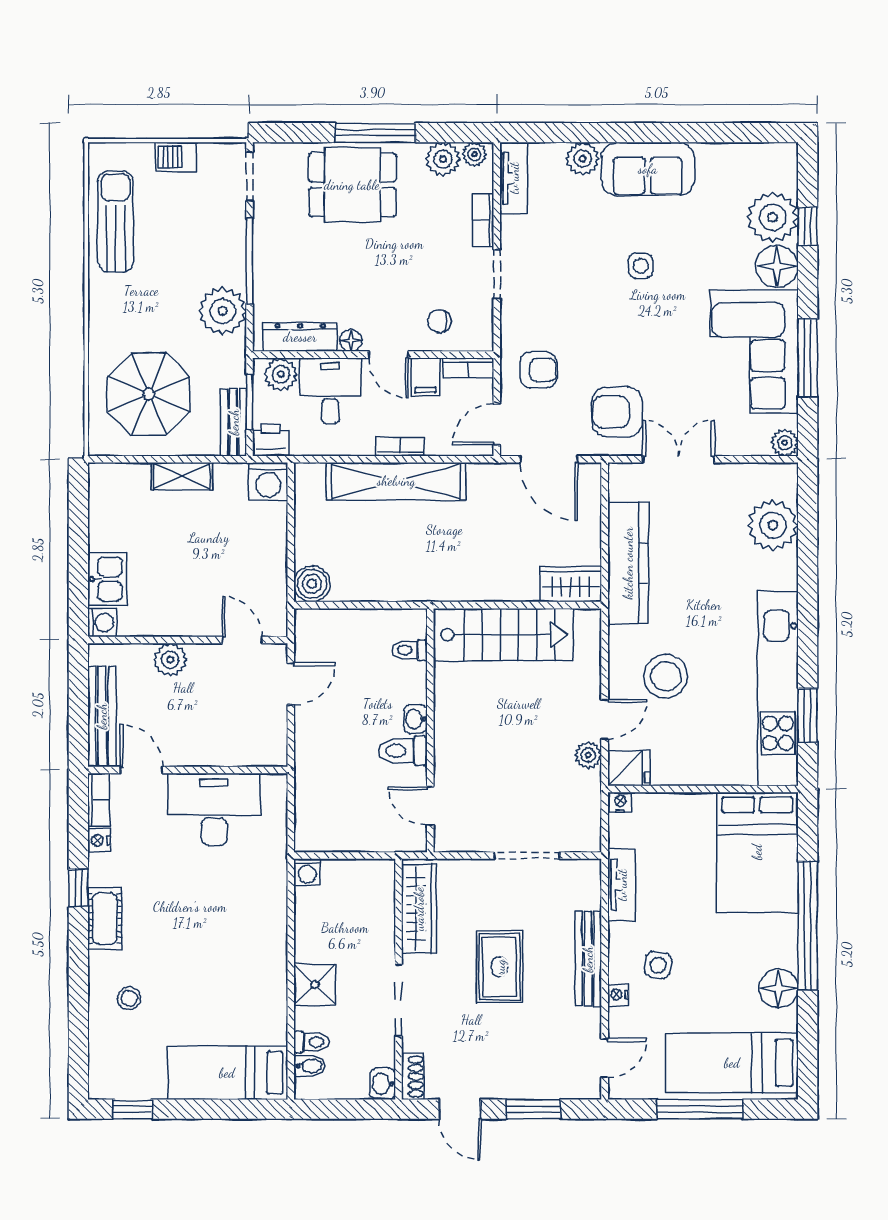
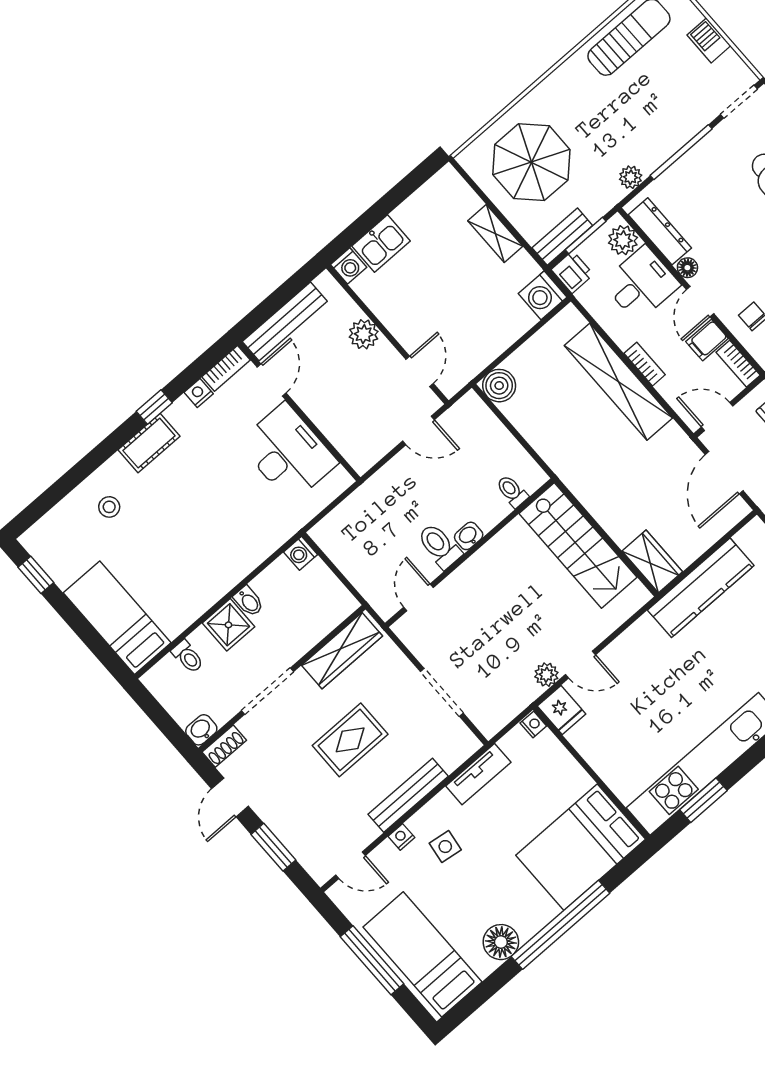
plant: (223, 311) -> (631, 177), width x0.53, depth x0.53
stool: (666, 676) -> (646, 681), removed
bidet: (310, 1066) -> (249, 601), moved

